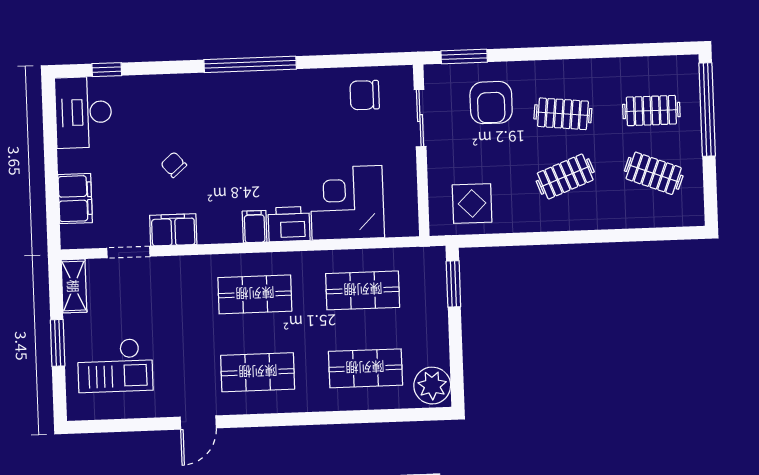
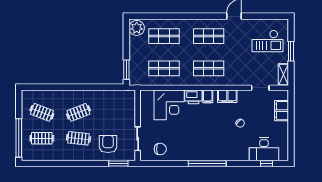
desk: (83, 112) -> (264, 149), moved, turned 90
display table: (472, 203) -> (117, 103), removed
filing cabinet: (173, 230) -> (227, 96), moved
checkout: (115, 365) -> (267, 41), turned 180

